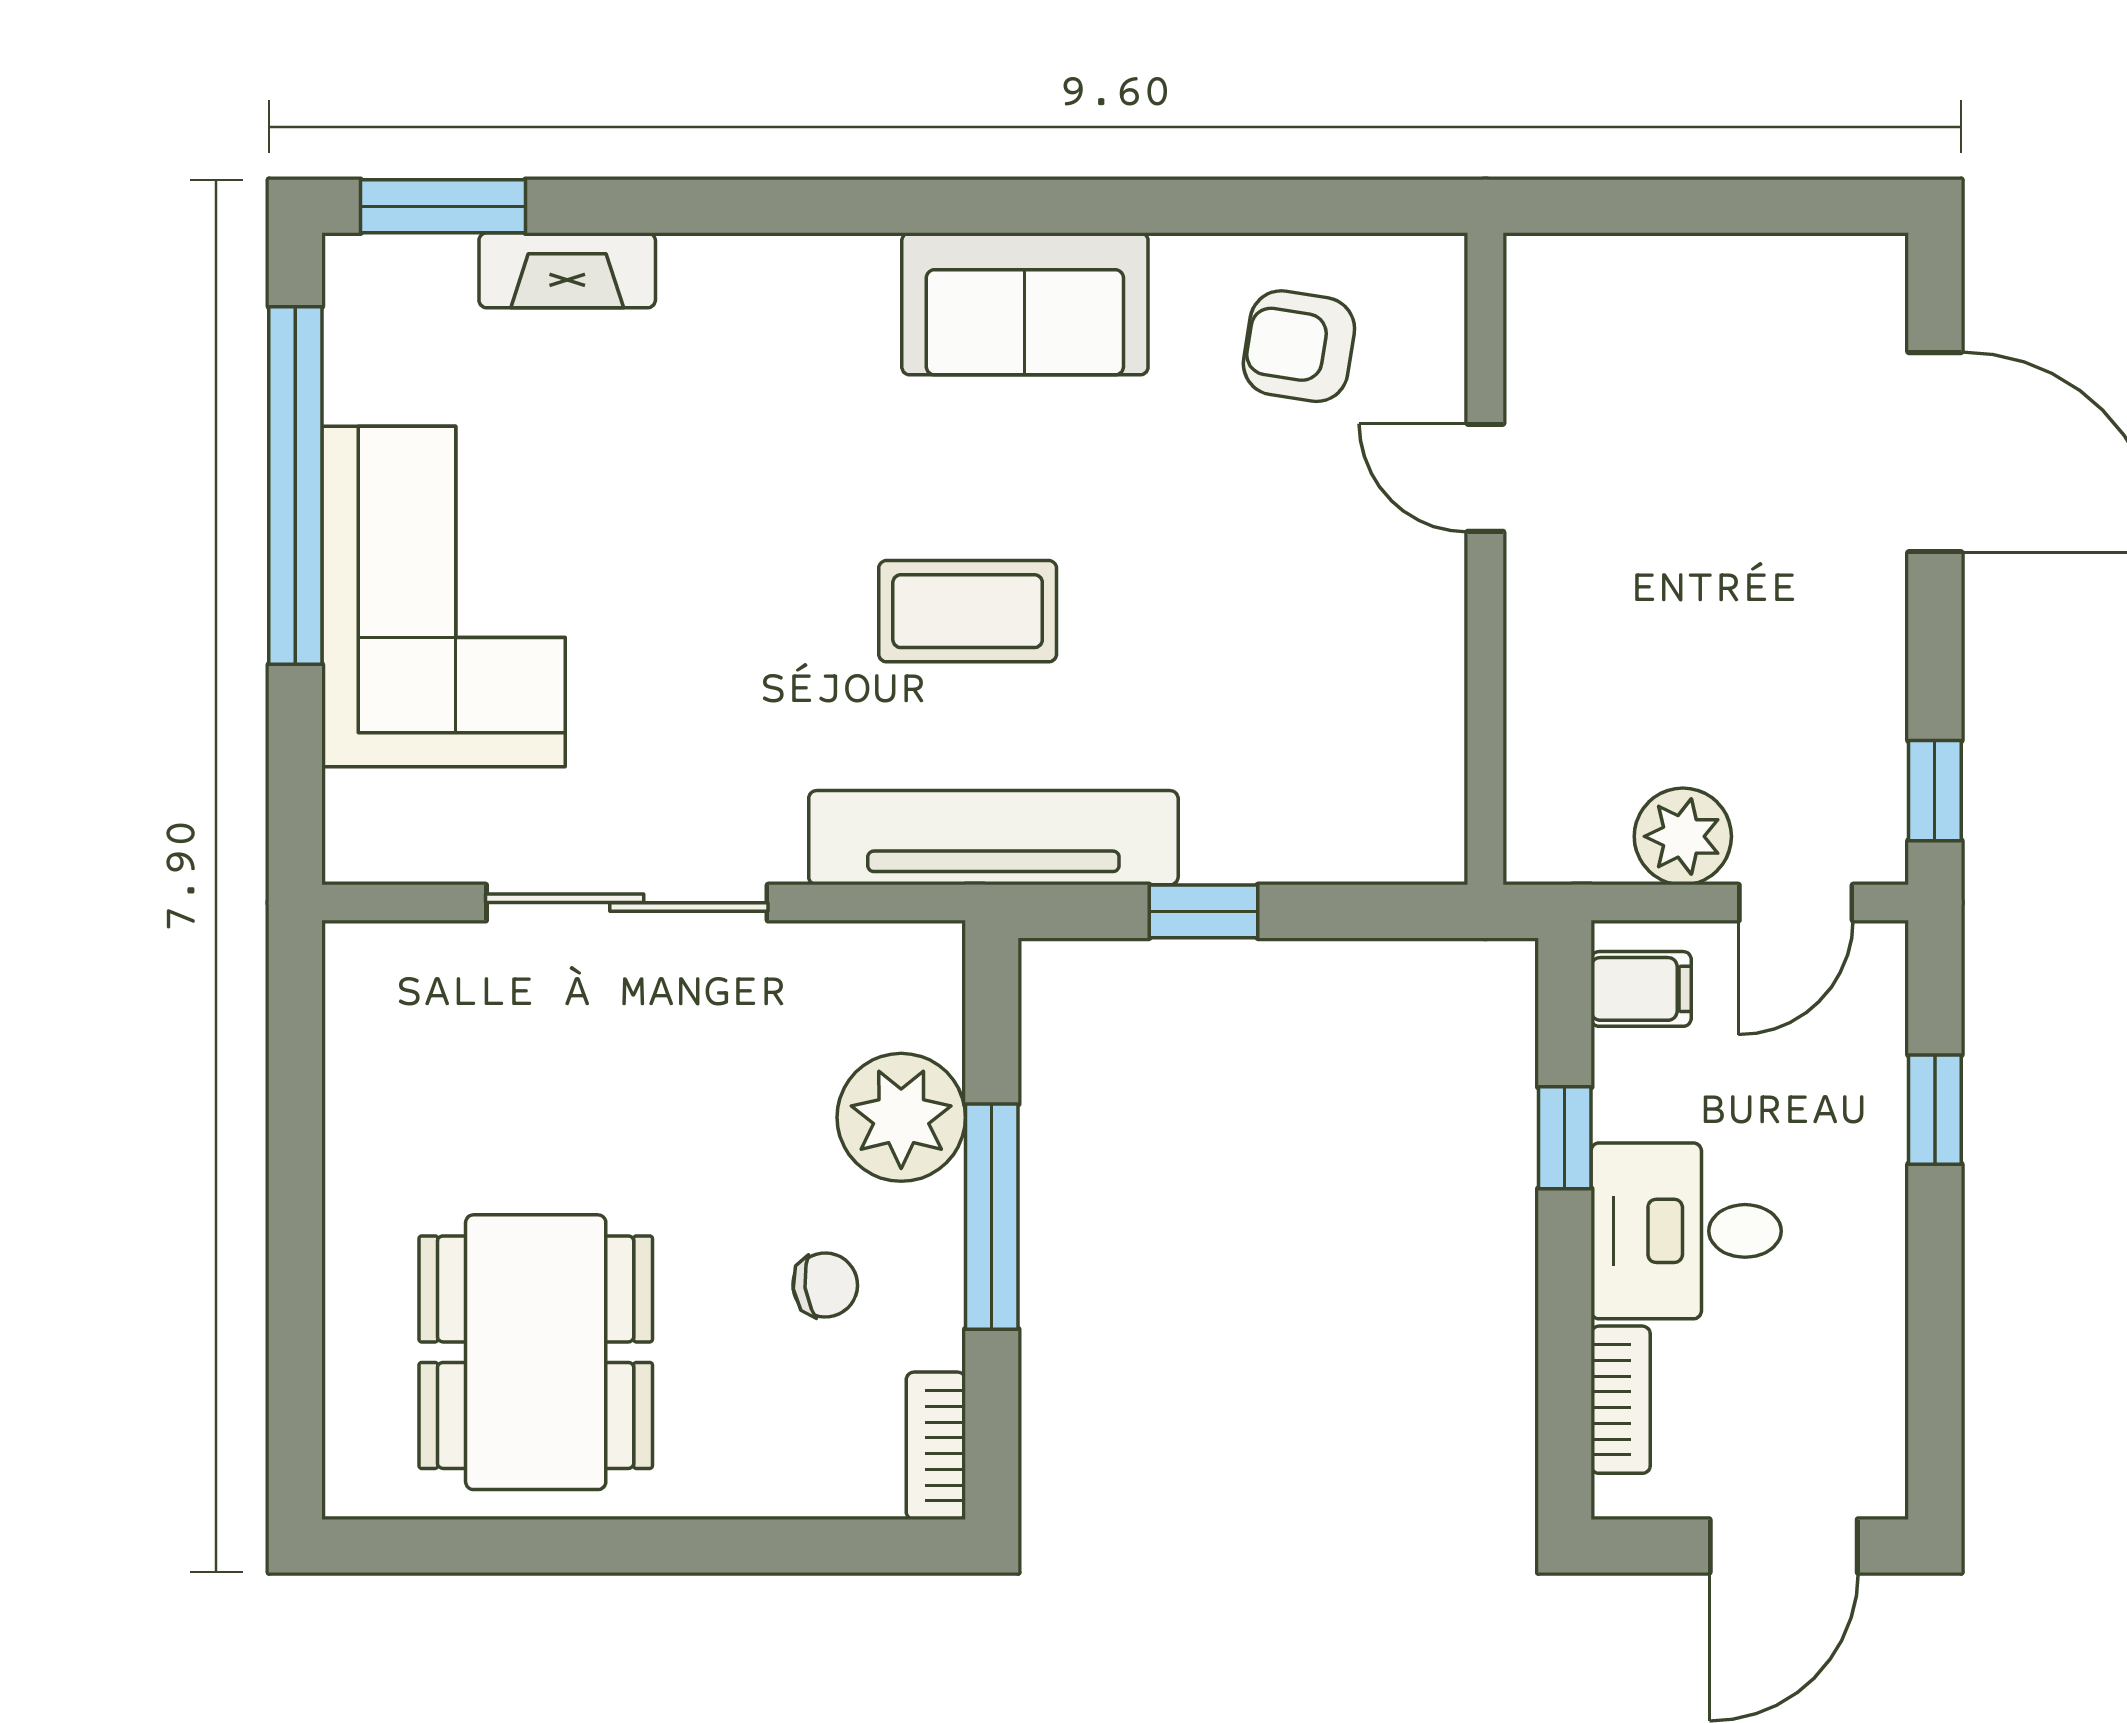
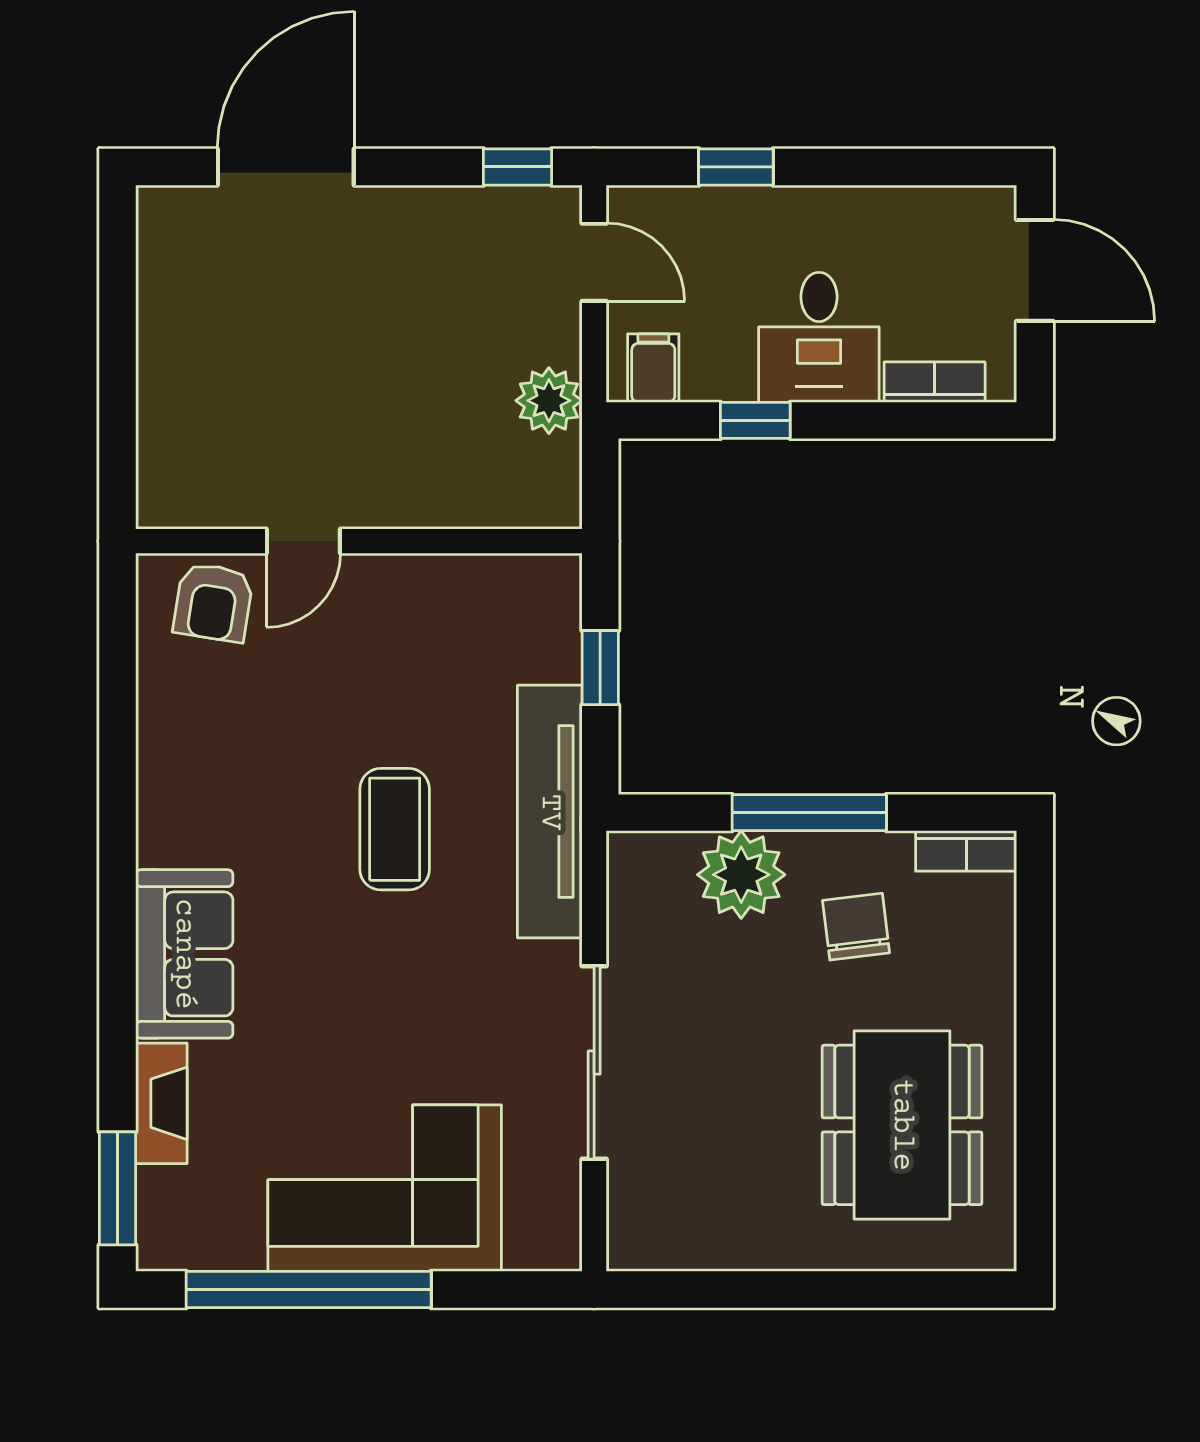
sofa: (1025, 304) -> (184, 954), moved
door: (1485, 478) -> (303, 541), moved
wall: (1485, 559) -> (359, 541), moved
plant: (1683, 836) -> (549, 401), moved
chair: (825, 1285) -> (856, 927), width x1.37, depth x1.37
dining table: (536, 1352) -> (902, 1125), turned 90

